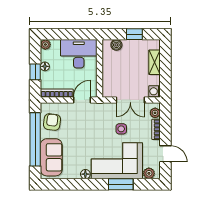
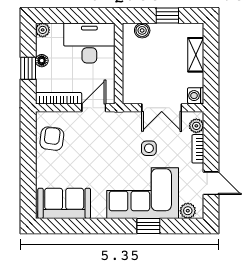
window: (35, 139) -> (28, 163), removed
sofa: (51, 157) -> (64, 203), moved, turned -90
floor lamp: (85, 174) -> (99, 212), removed
window: (121, 184) -> (148, 226), width x0.67

